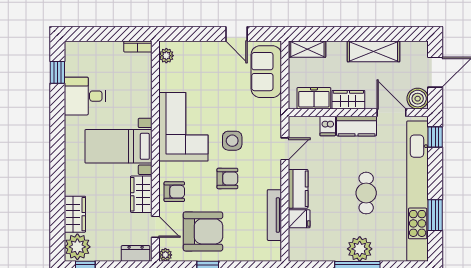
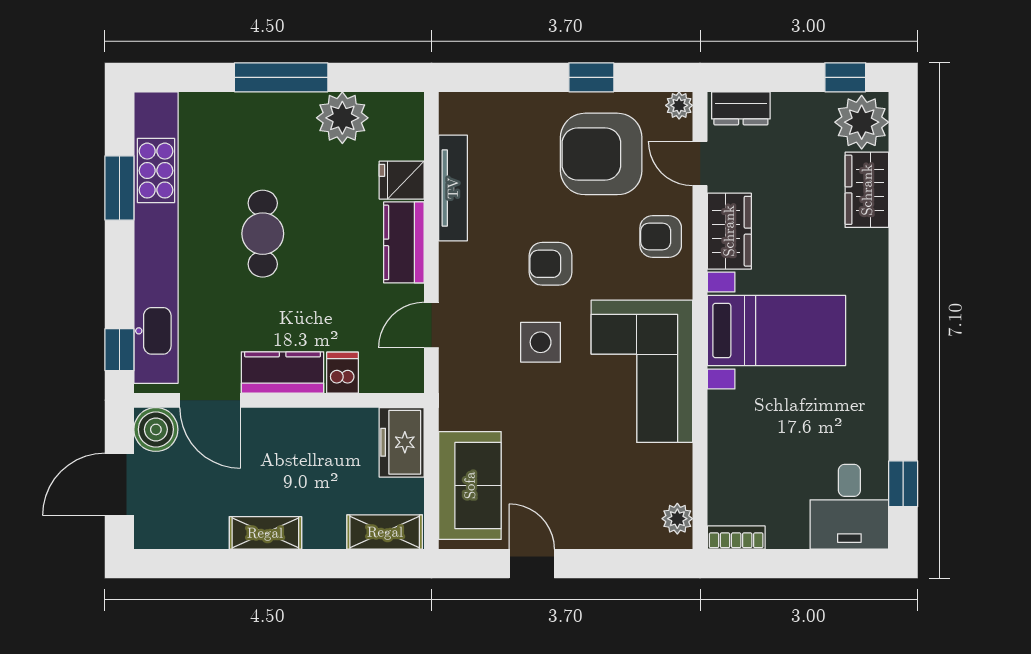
shelving: (374, 51) -> (265, 533), width x0.67, depth x0.75
desk: (85, 96) -> (849, 507), moved, turned 90
freezer: (314, 98) -> (402, 442), moved, turned 90
wardrobe: (348, 100) -> (300, 427), removed
plant: (360, 249) -> (342, 118), moved

